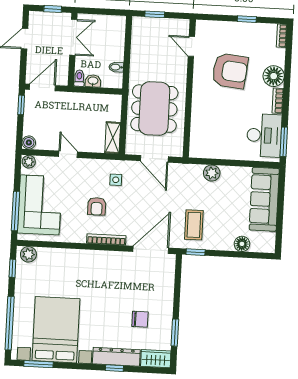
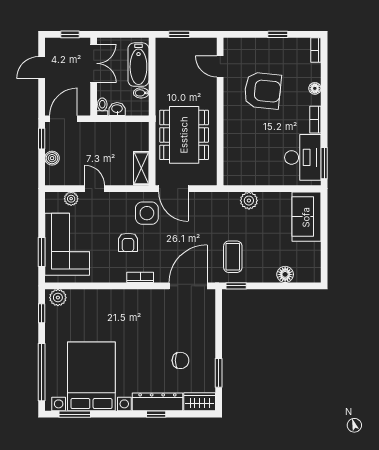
bathtub: (115, 41) -> (138, 65), added
floor lamp: (274, 76) -> (315, 88), width x0.53, depth x0.53
boiler: (29, 142) -> (52, 158), moved
door: (154, 159) -> (173, 189), moved
plant: (29, 162) -> (71, 199), moved
side table: (116, 180) -> (147, 213), width x1.87, depth x1.87
sofa: (264, 199) -> (306, 217), width x0.73
window: (16, 211) -> (42, 252), width x0.69
bookcase: (106, 240) -> (140, 277), width x0.64

